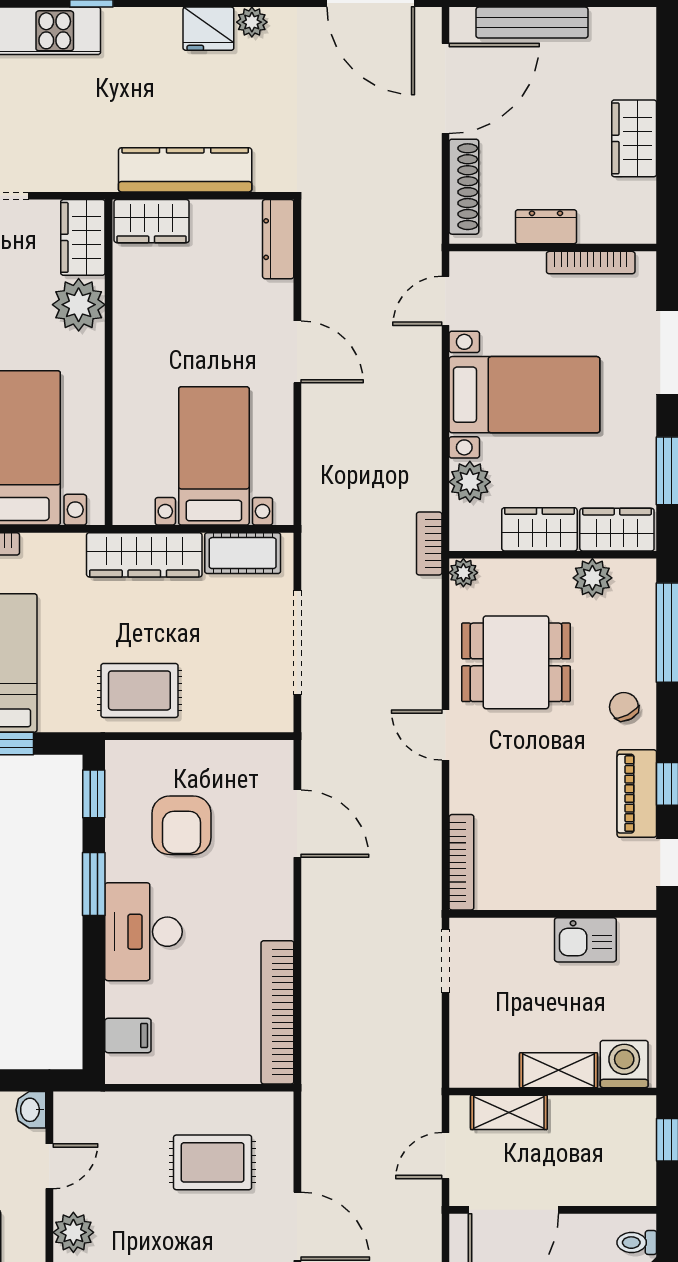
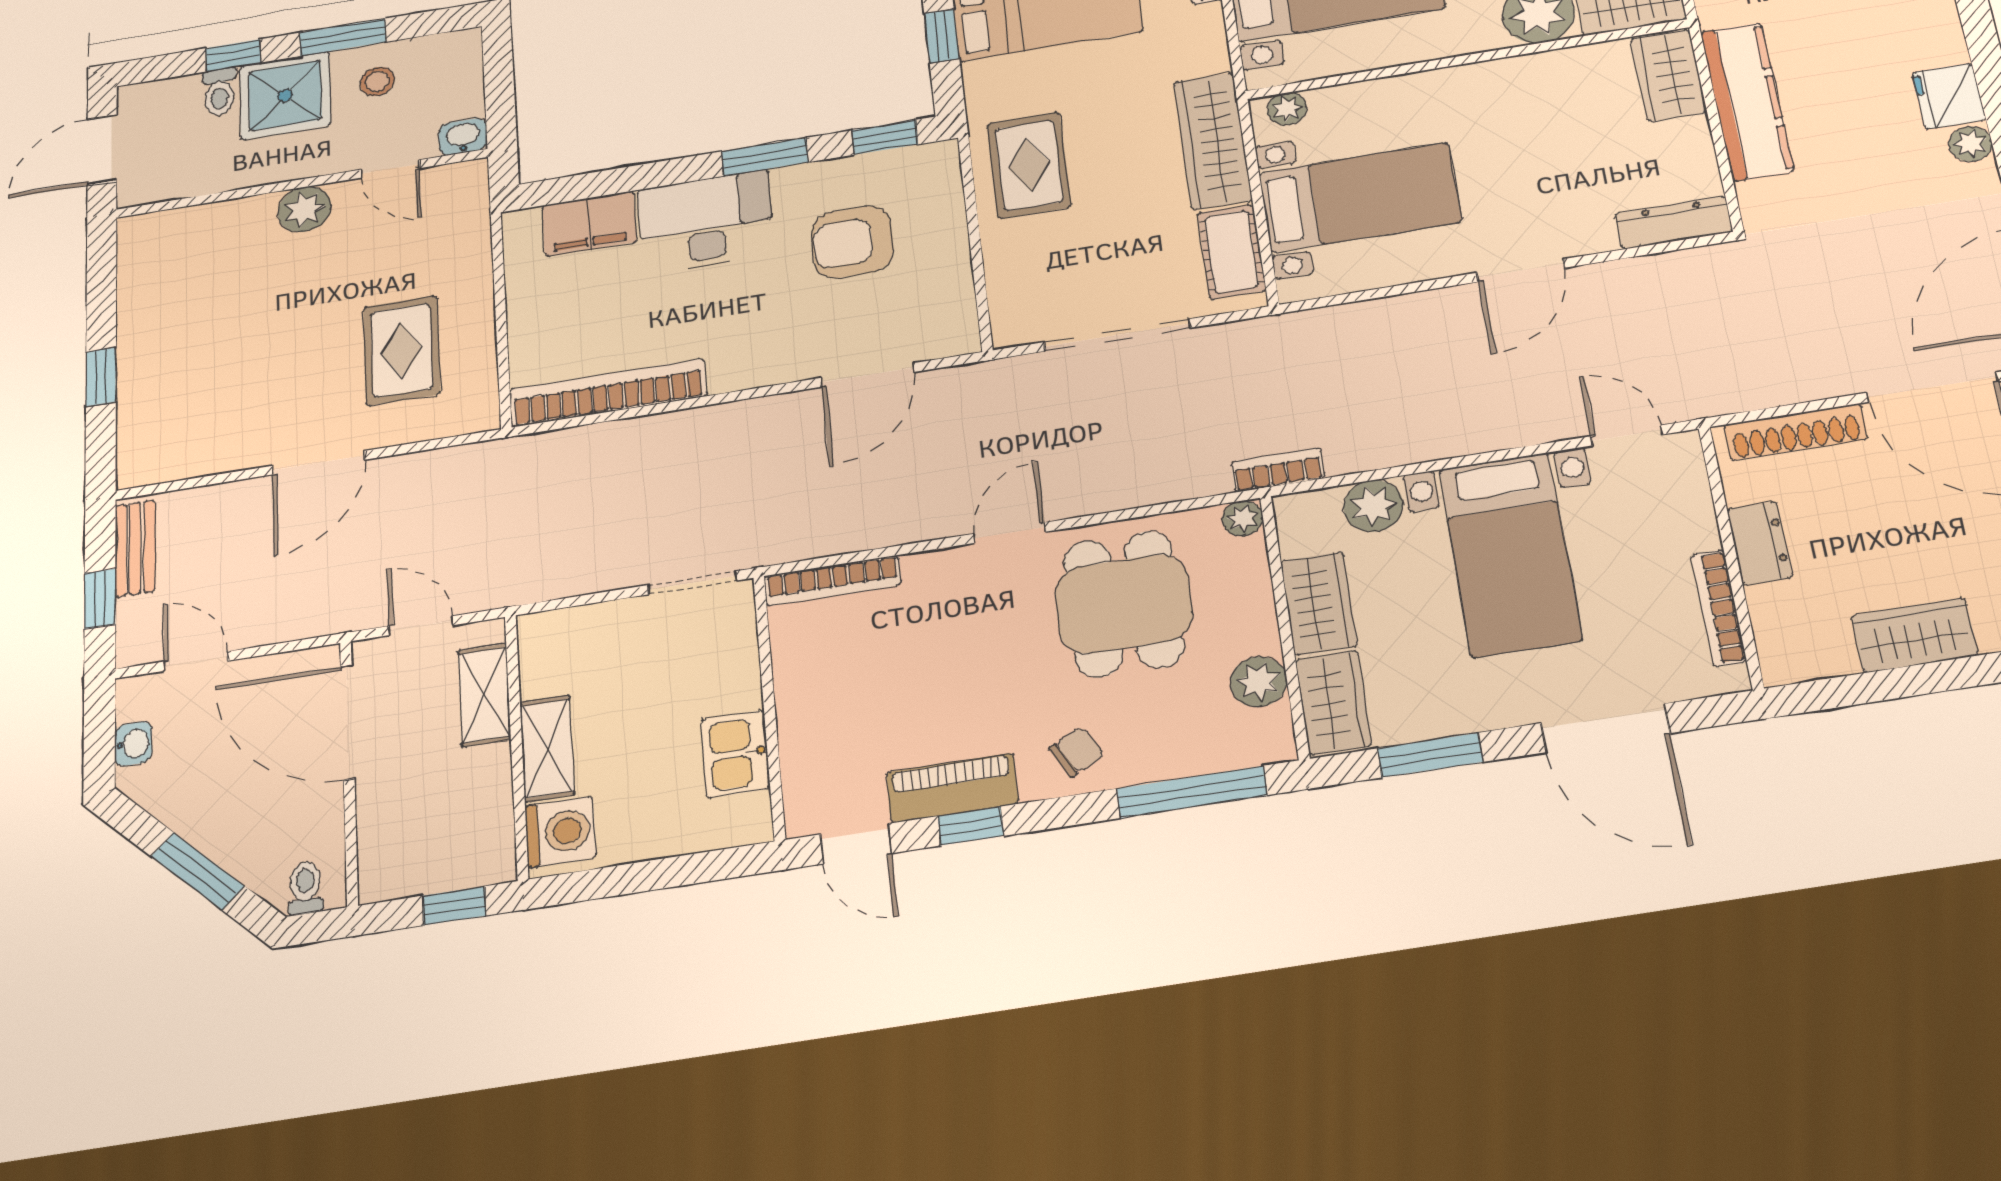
plant: (127, 498) -> (1287, 109), added
filing cabinet: (128, 1035) -> (589, 224), width x2.00

